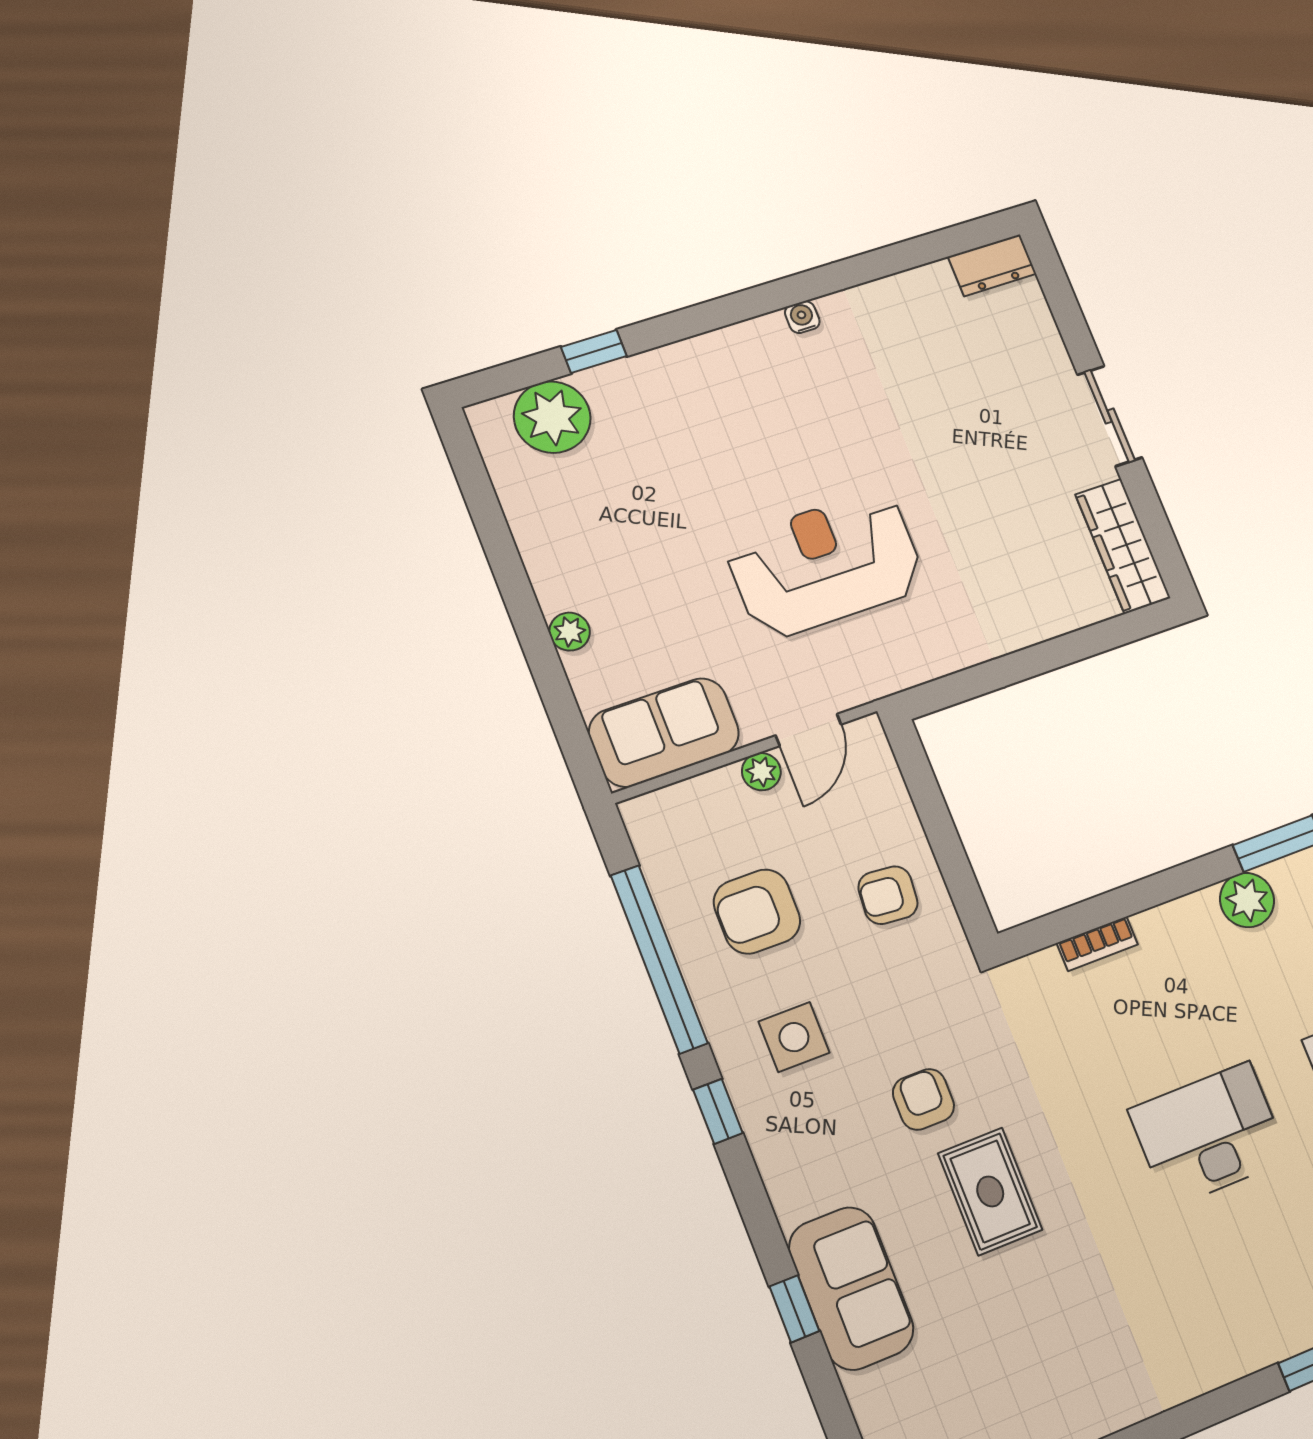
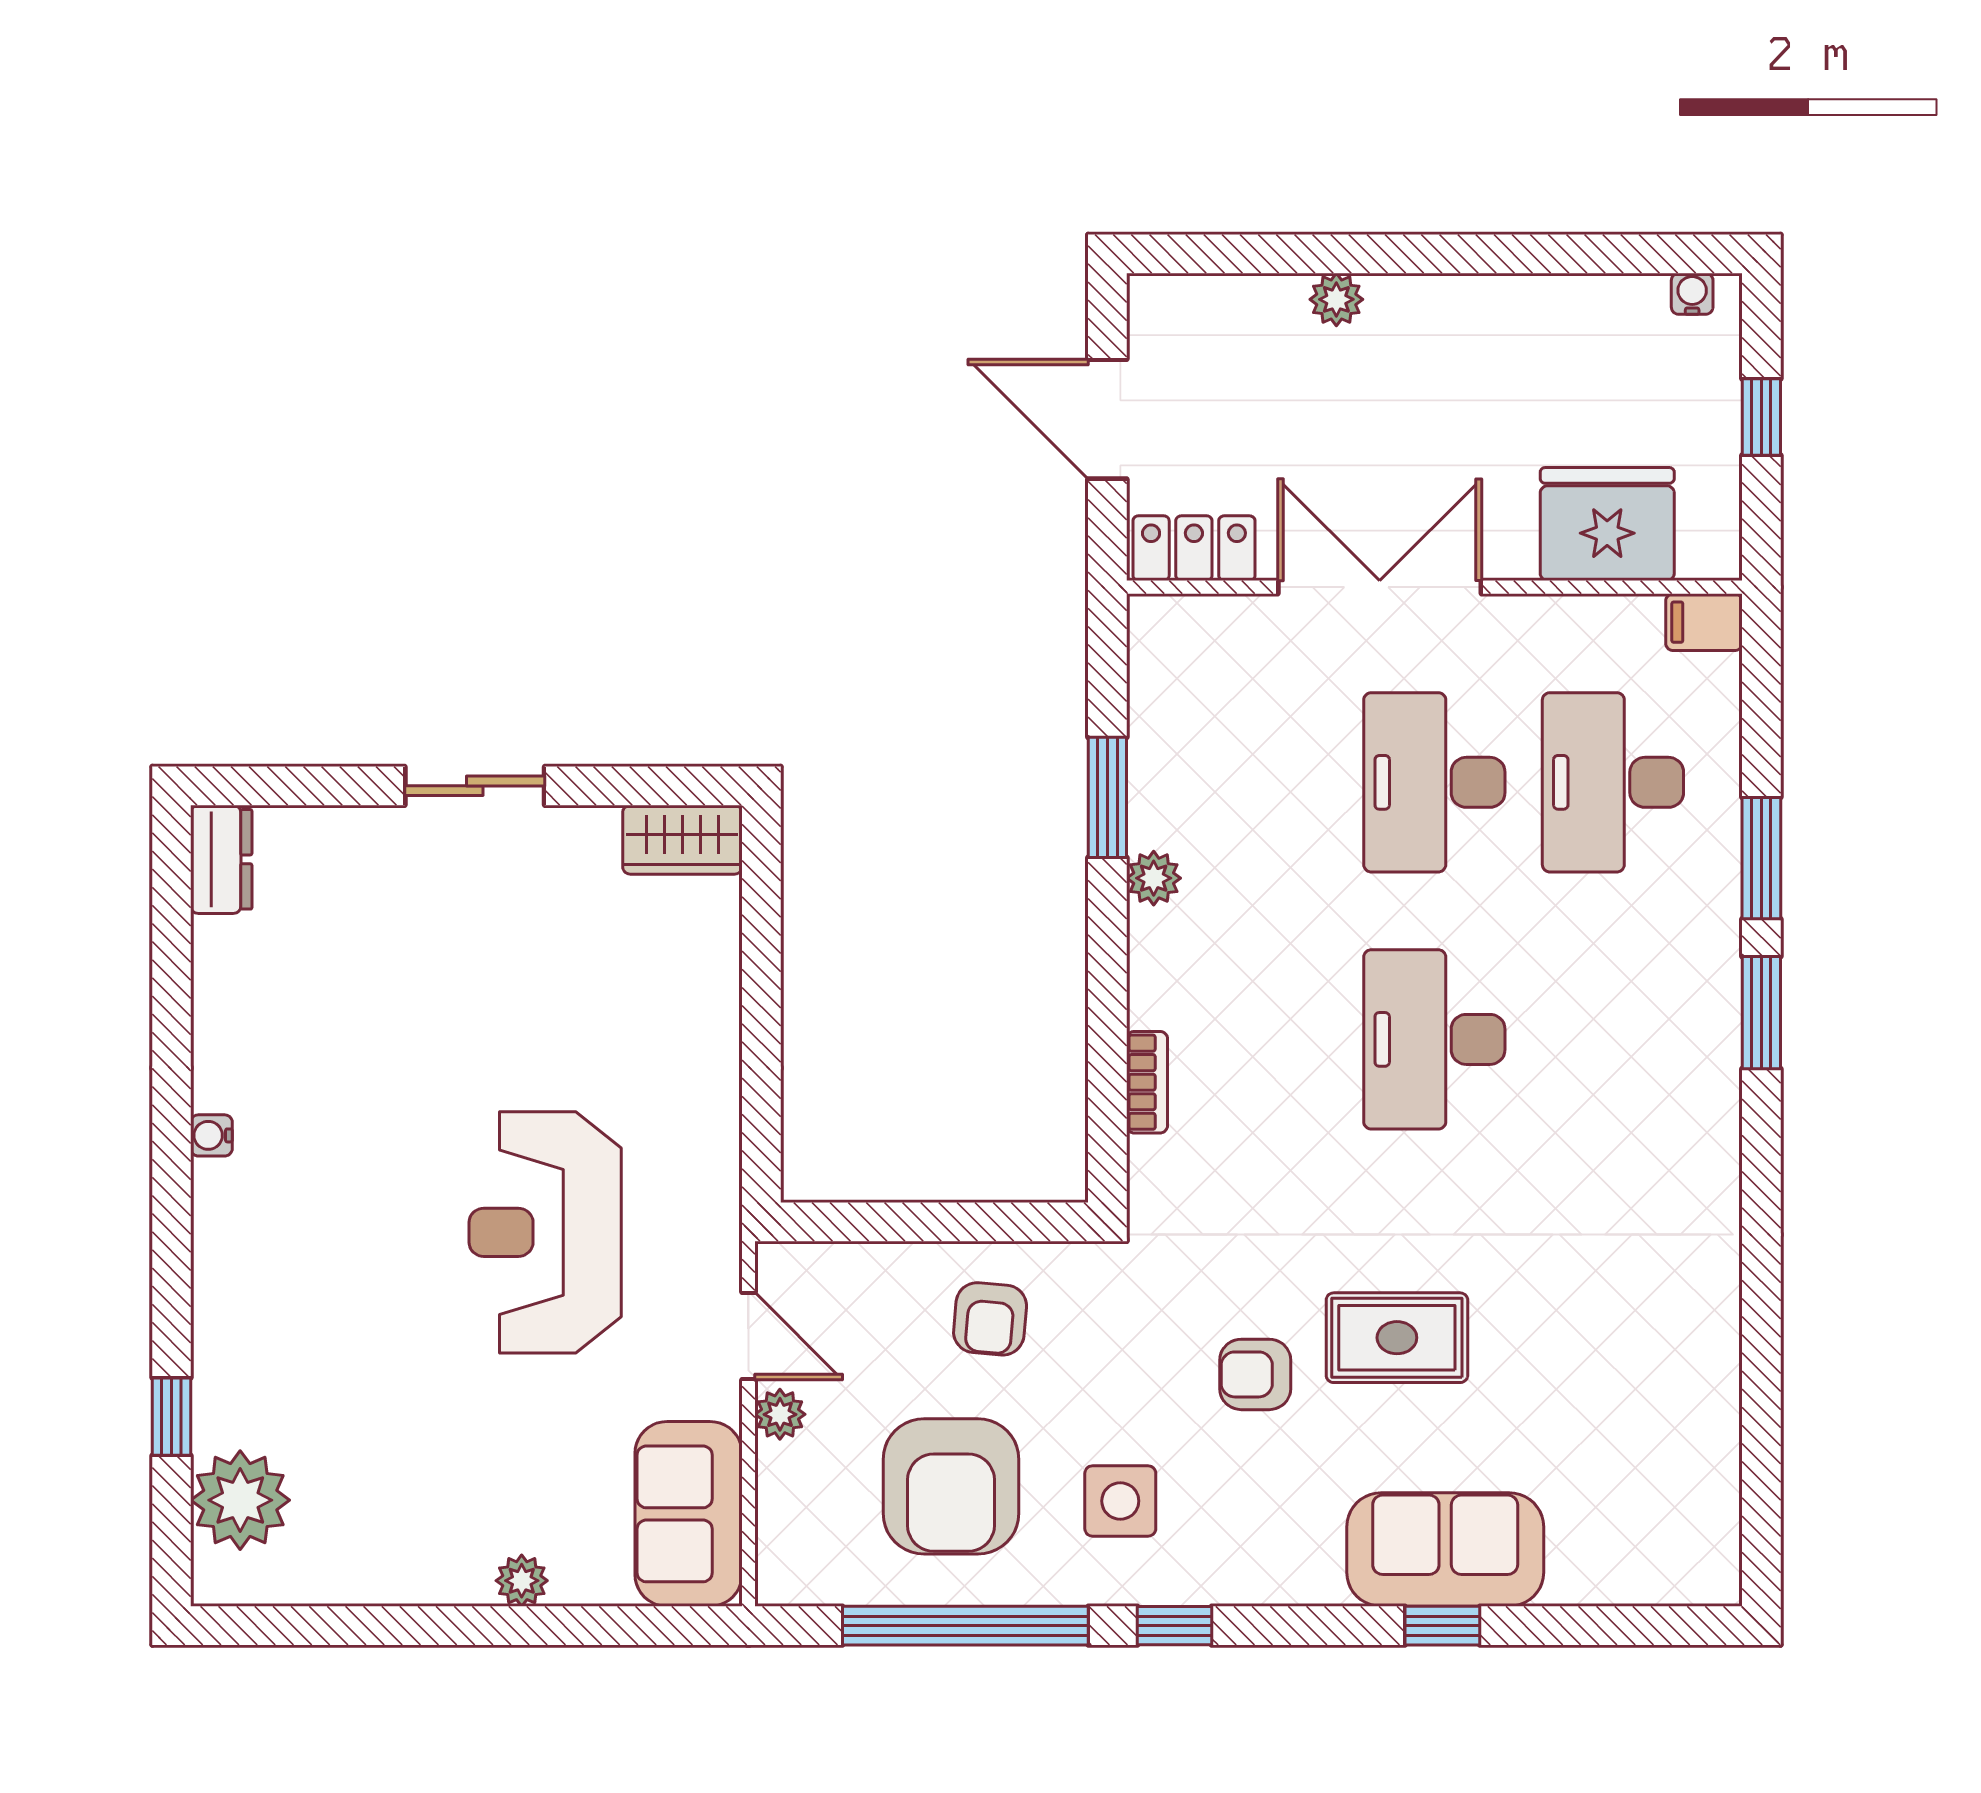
wardrobe: (1123, 546) -> (682, 840), width x0.67
plant: (1247, 900) -> (1154, 878), width x0.73, depth x0.73
armchair: (757, 912) -> (951, 1486), width x1.36, depth x1.36

